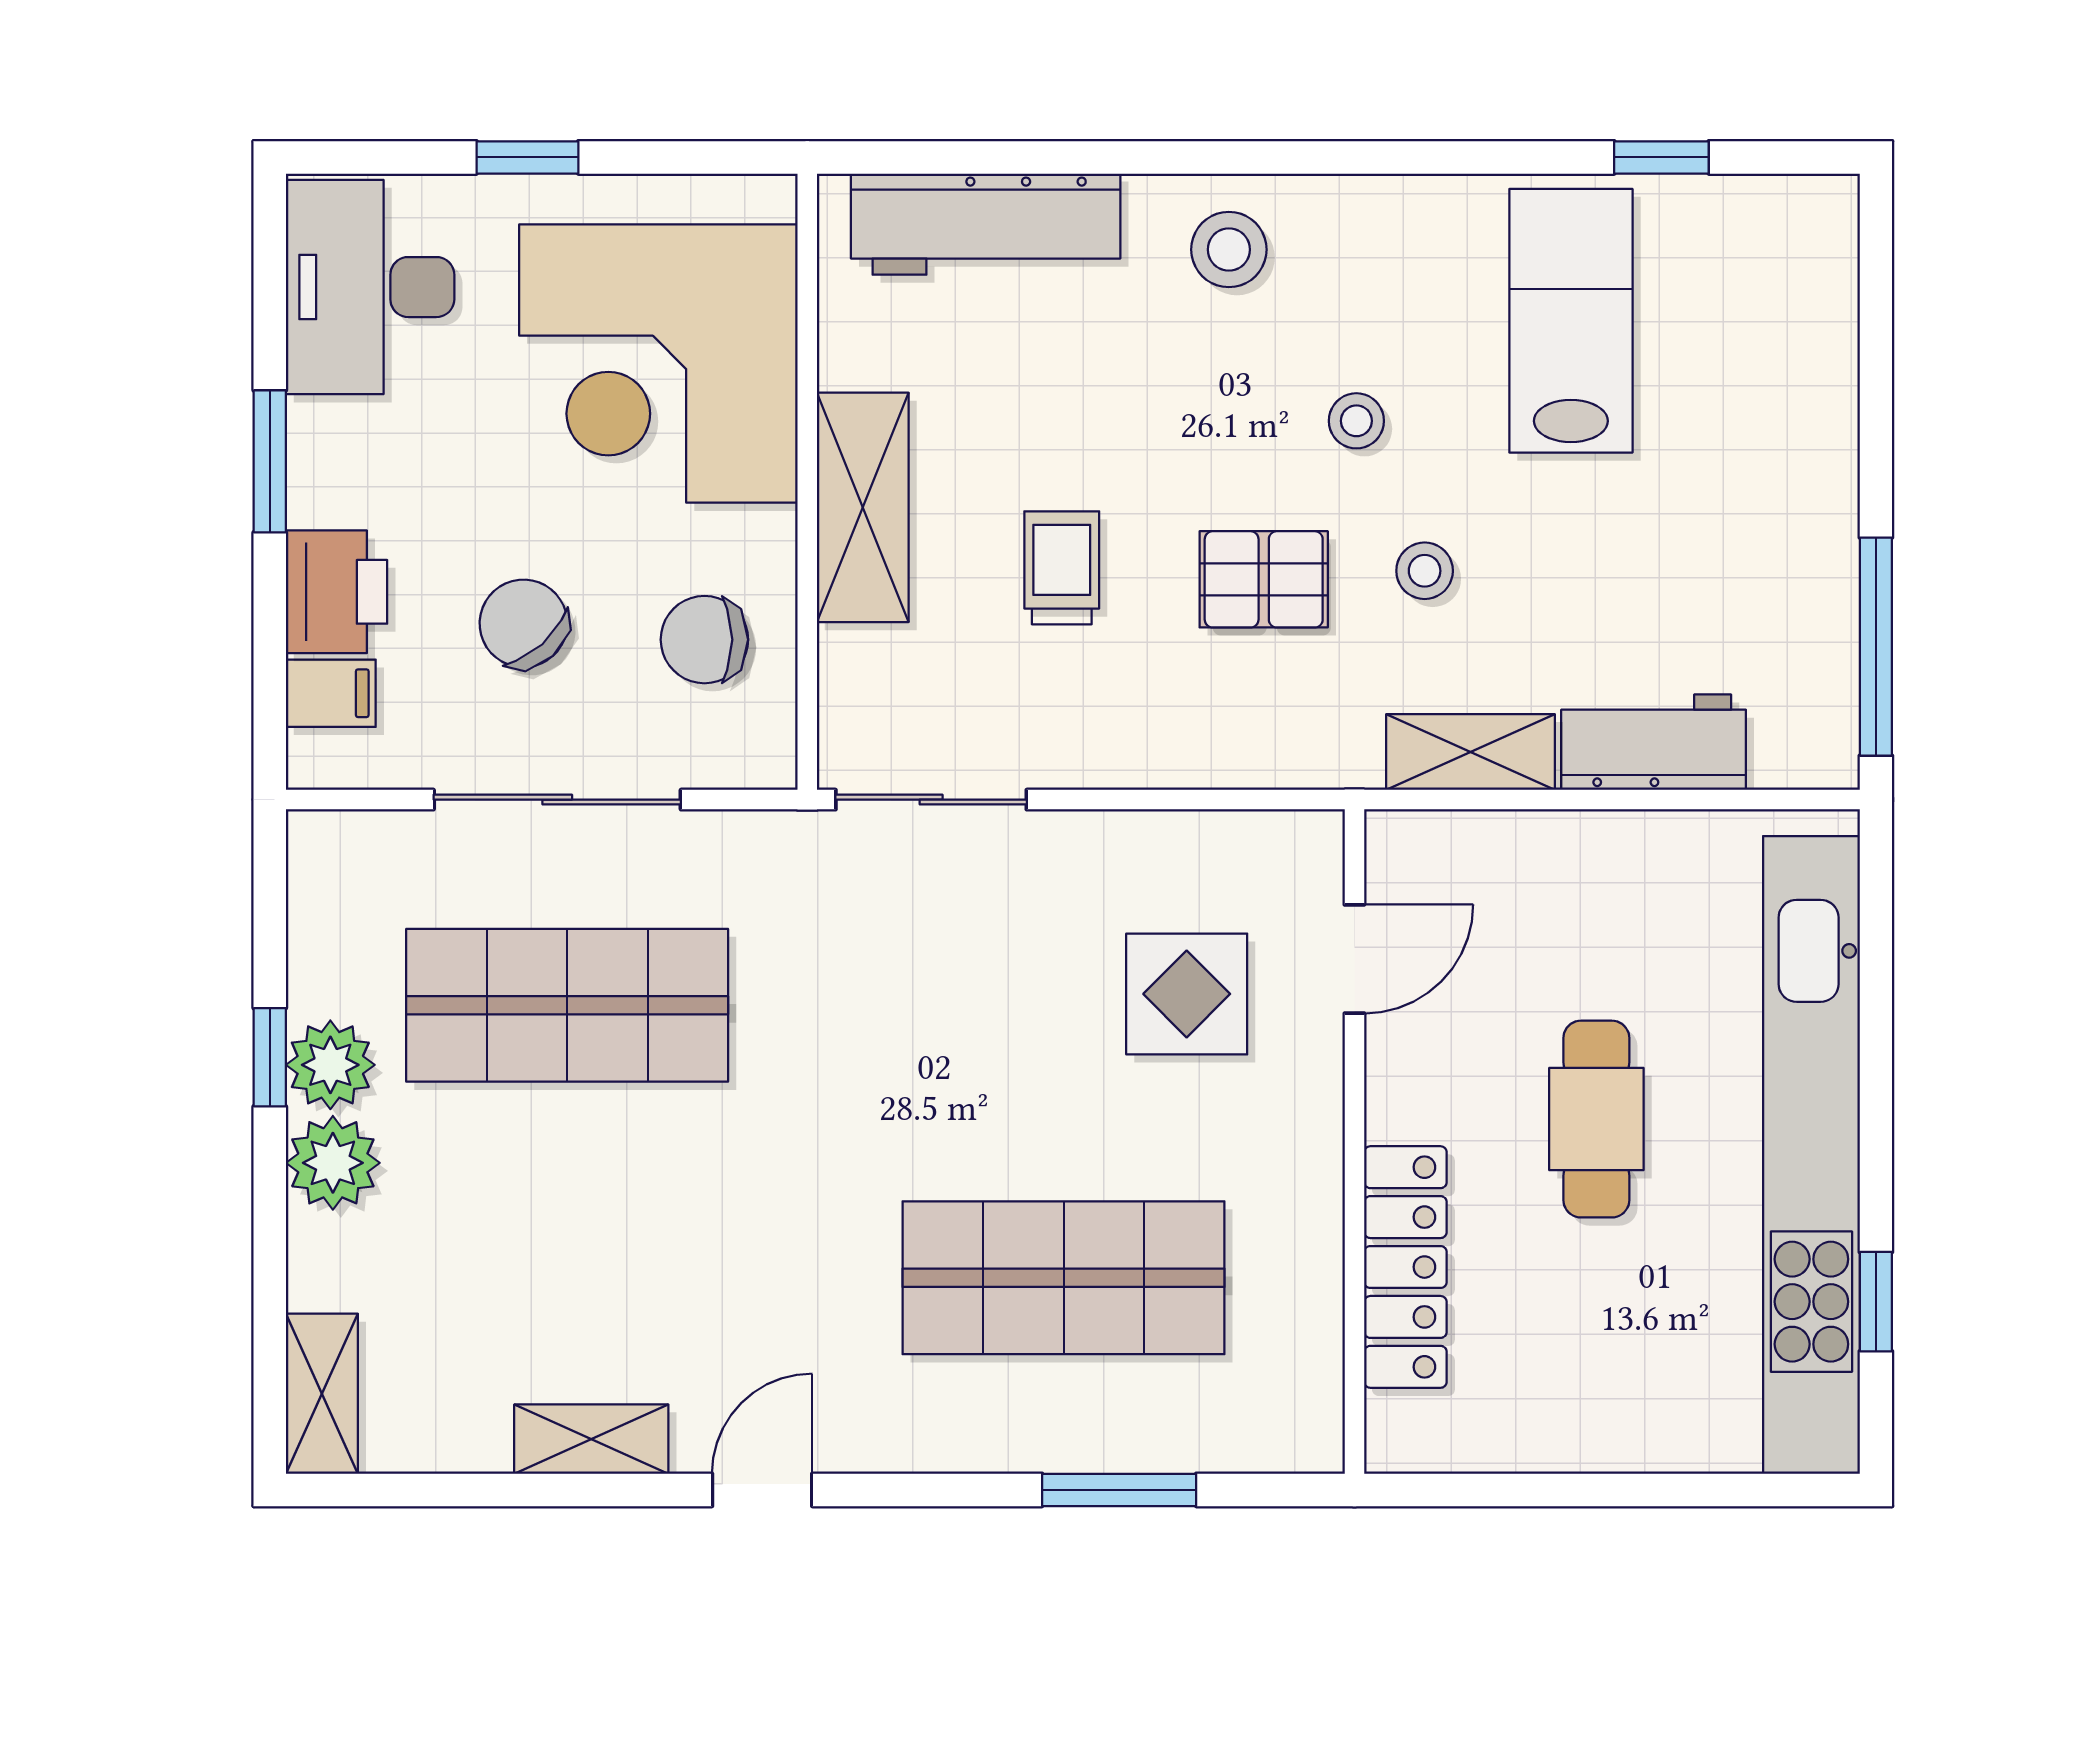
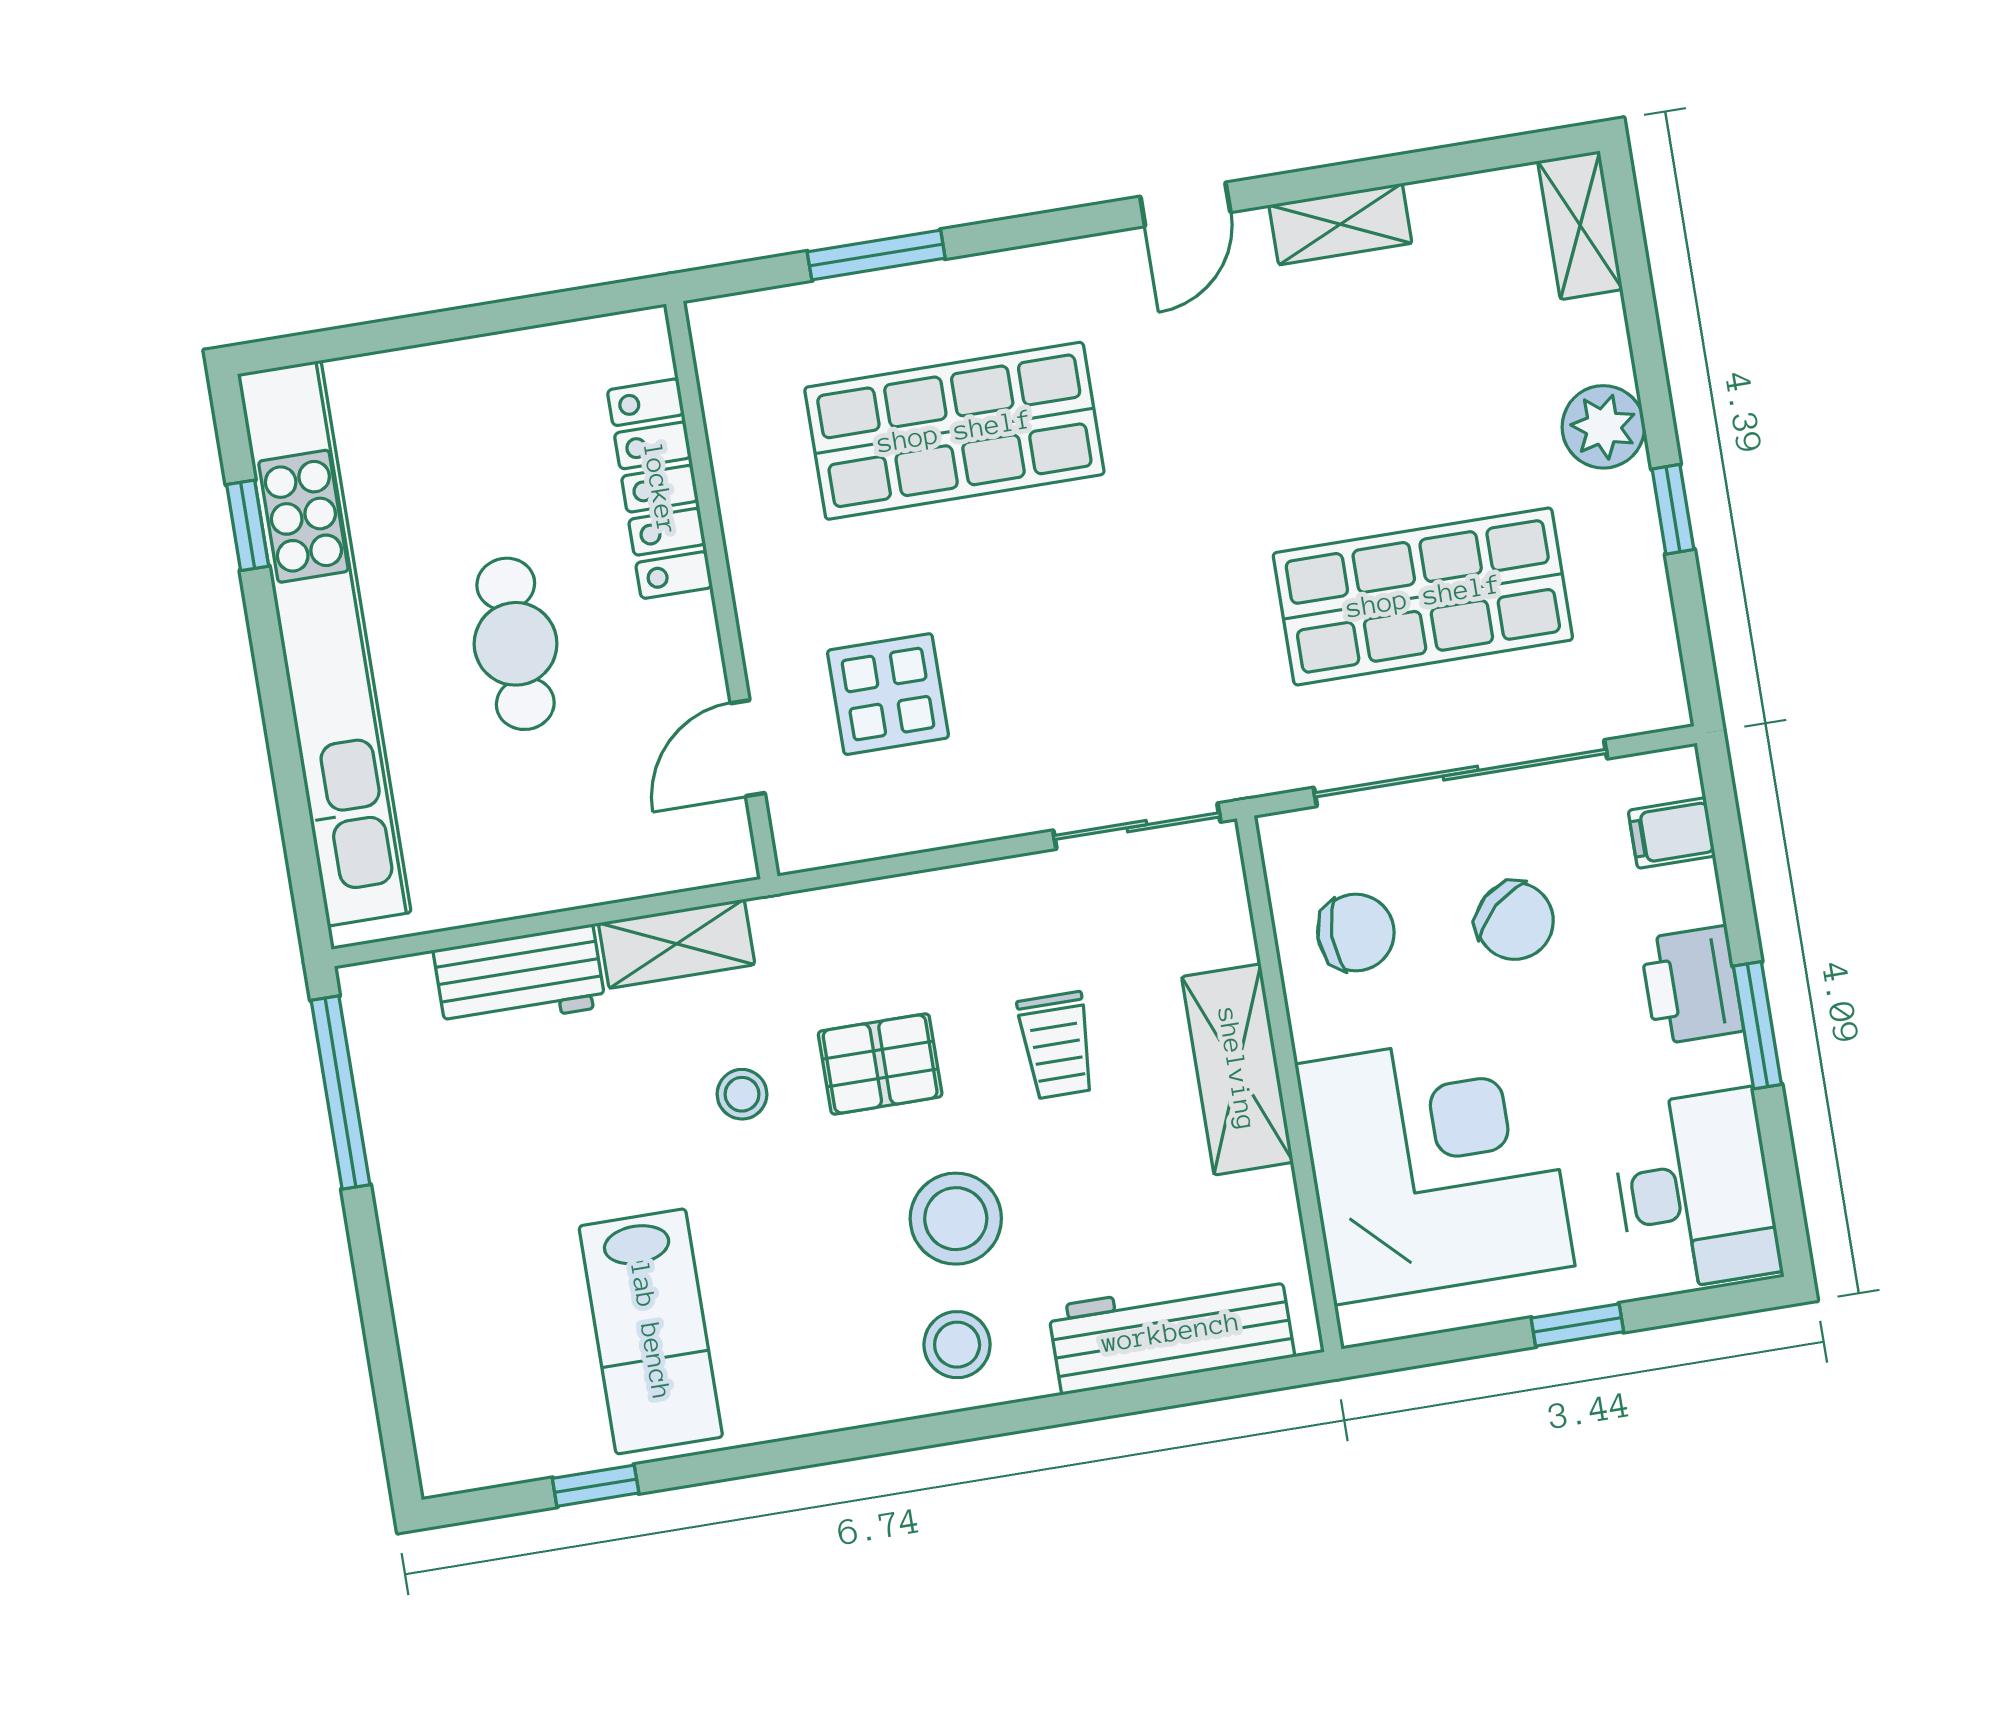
stool: (1356, 421) -> (956, 1219), moved, width x1.89, depth x1.89
printer: (337, 592) -> (1692, 985), moved
sliding door: (557, 800) -> (1461, 773), width x1.36
plant: (330, 1065) -> (1619, 511), removed

